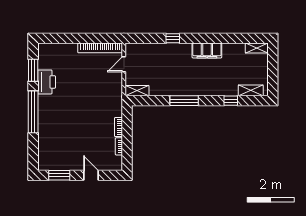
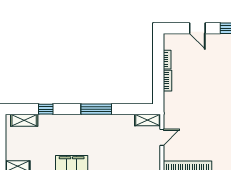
door: (124, 64) -> (162, 137), moved

